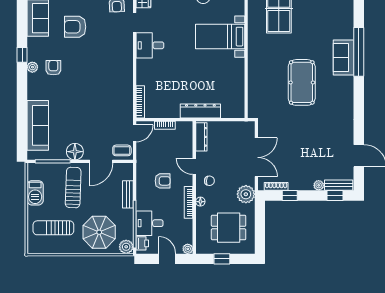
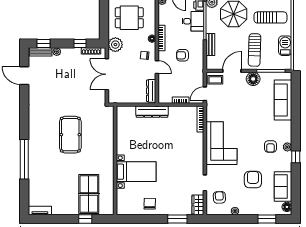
armchair: (75, 27) -> (253, 180), turned -90
desk: (150, 45) -> (193, 165), removed
sofa: (344, 57) -> (37, 155), removed
corner sofa: (114, 72) -> (222, 143), added

